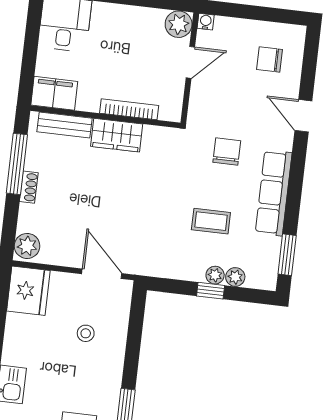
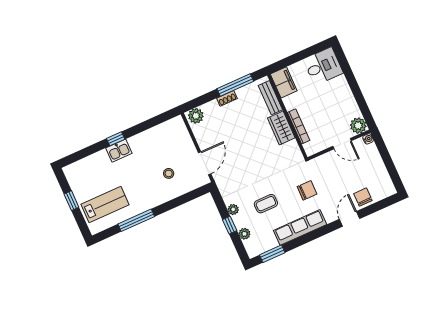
chair: (269, 59) -> (363, 197), moved
coffee table: (211, 221) -> (266, 204), turned 90
plant: (215, 275) -> (233, 209), moved
fridge: (28, 291) -> (173, 130), removed

